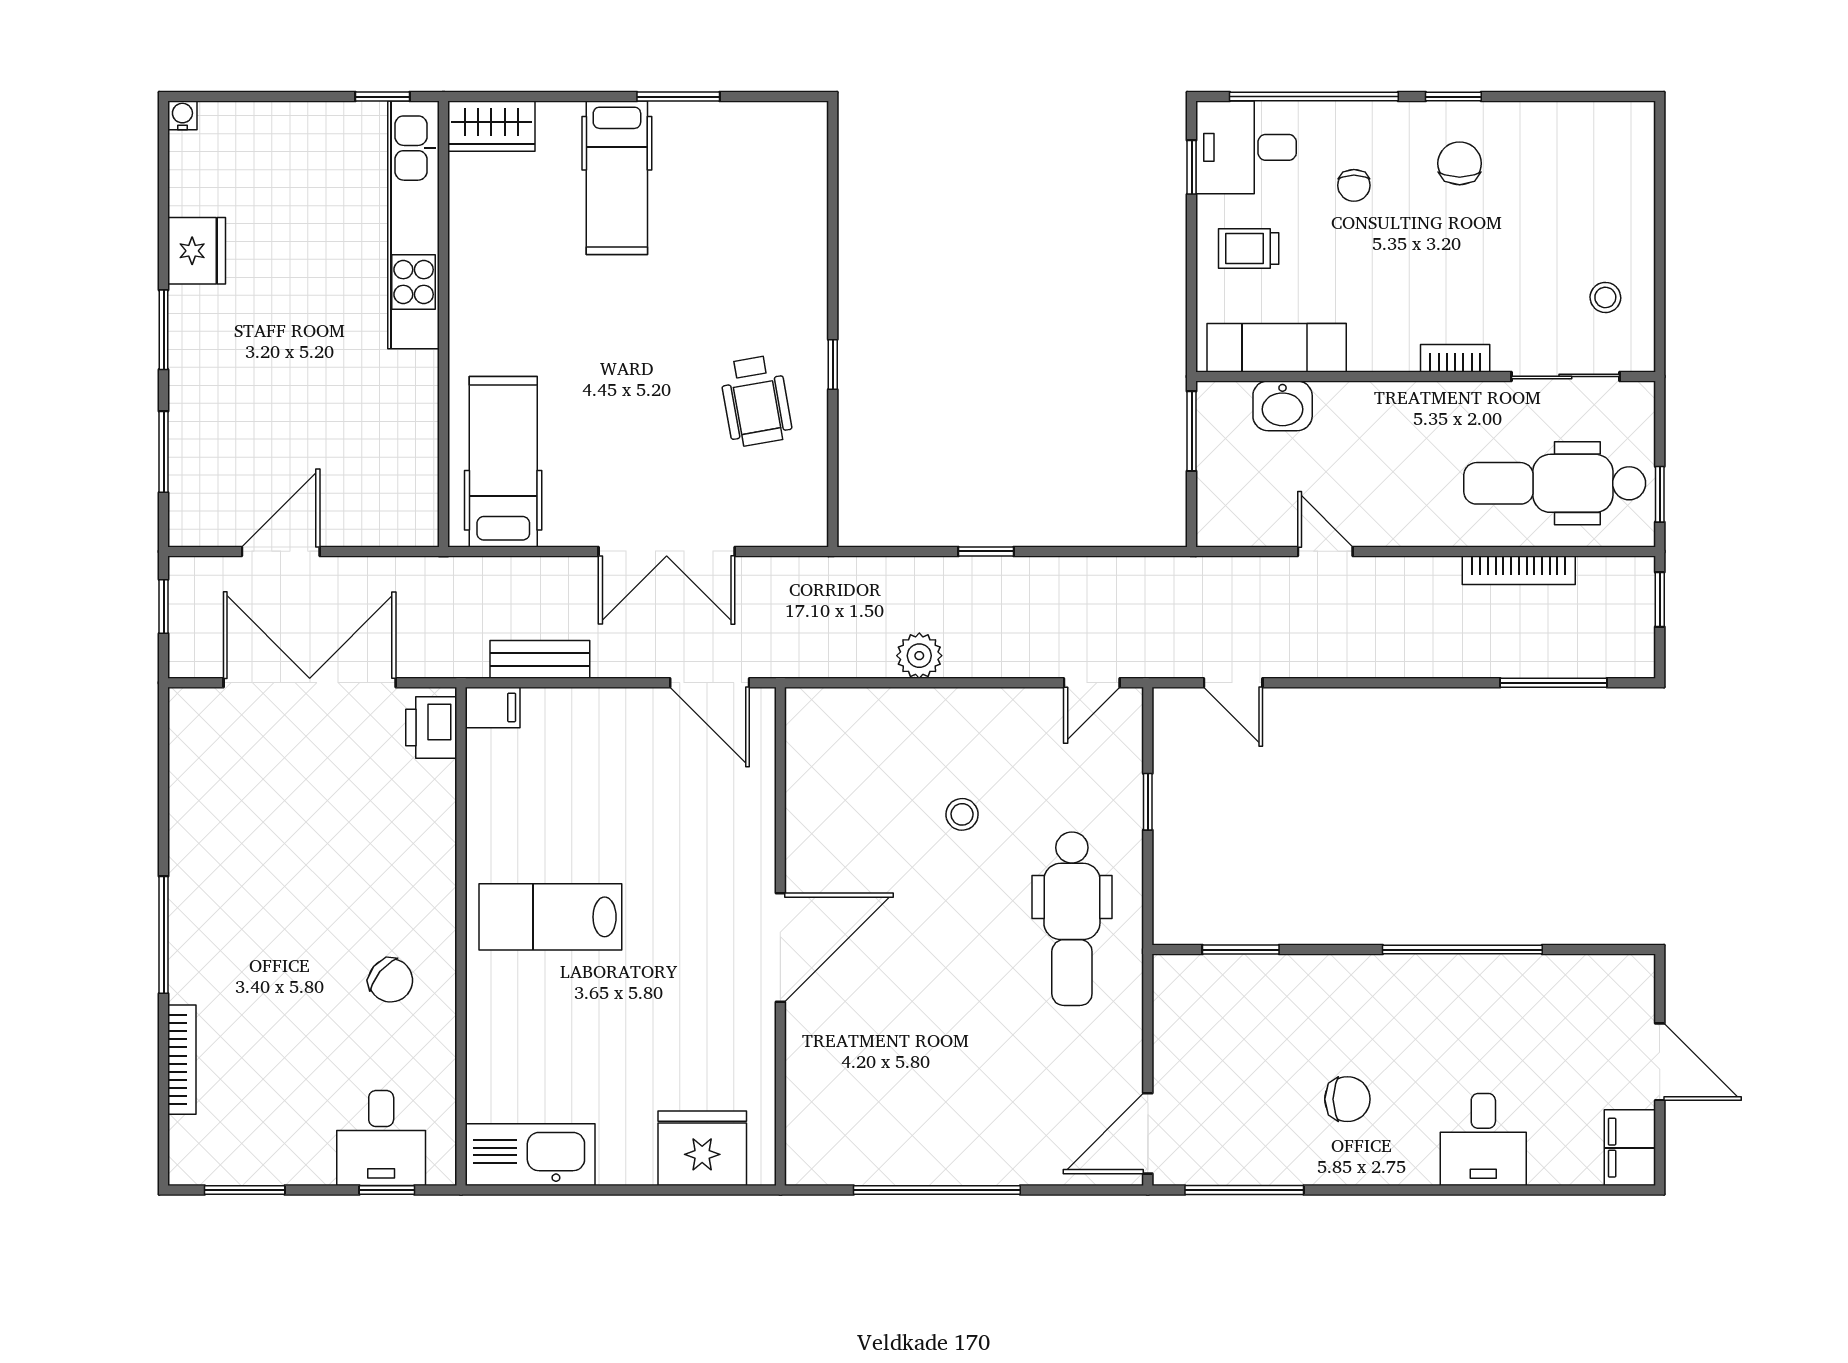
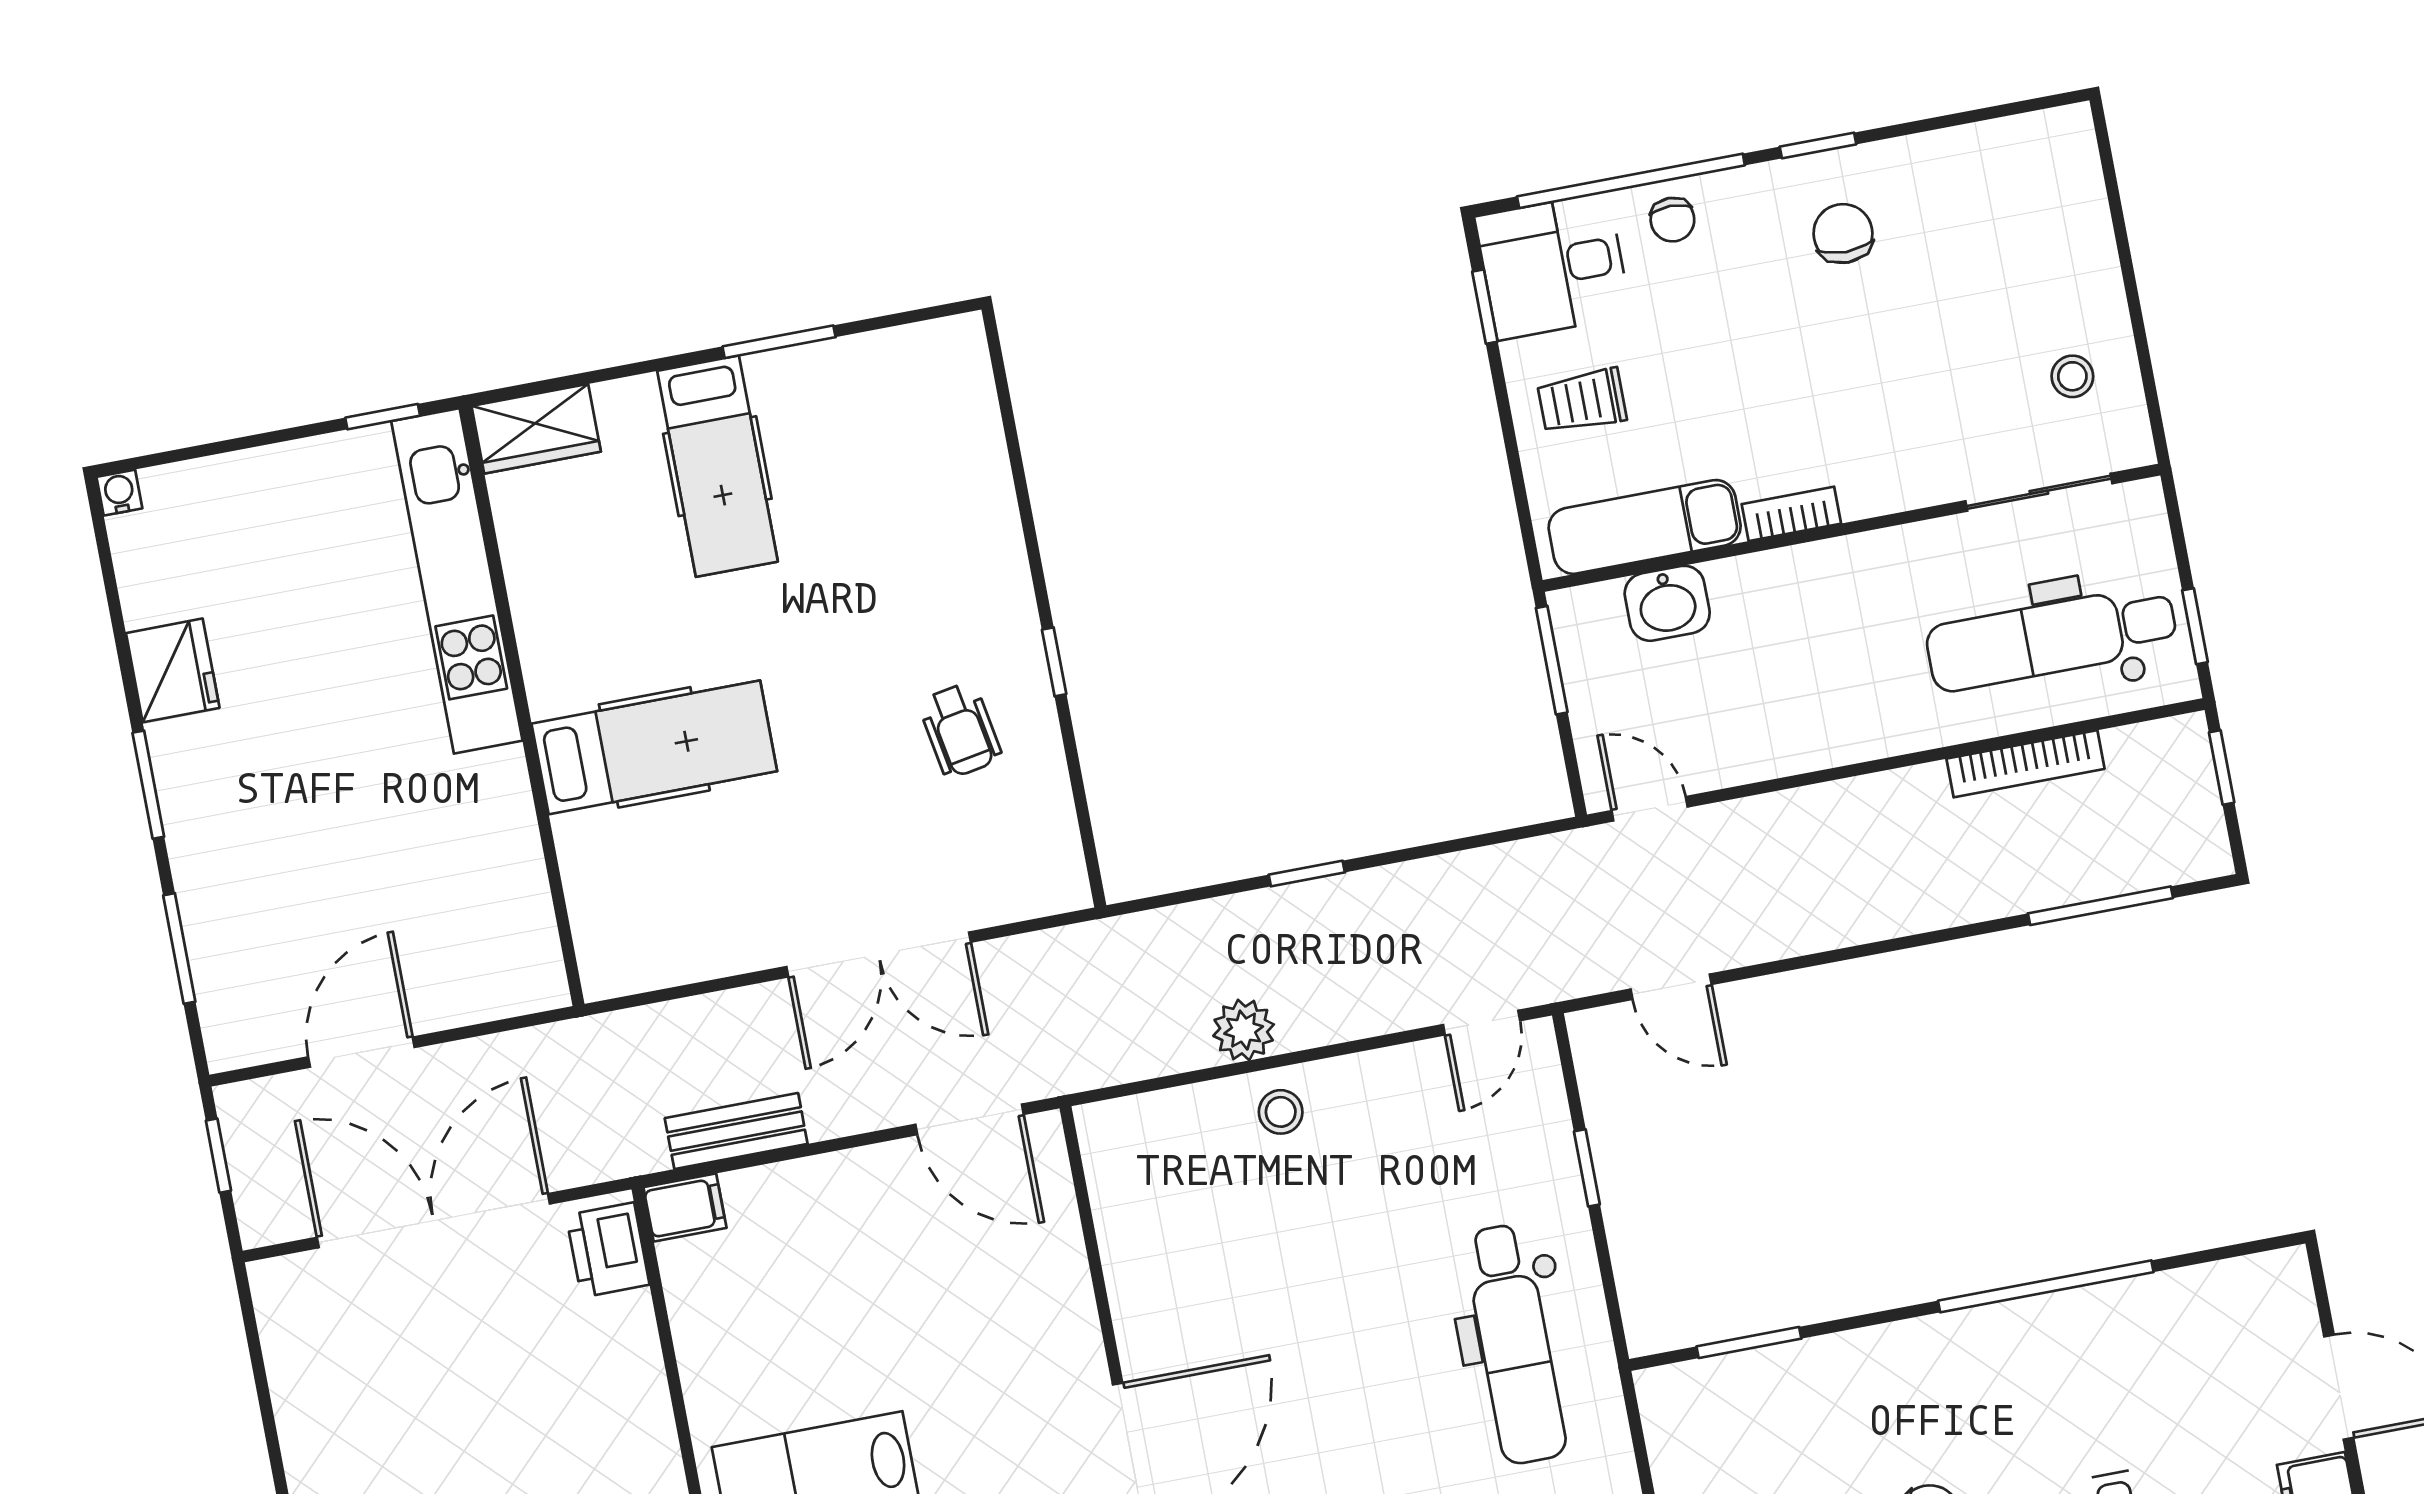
chair: (1354, 185) -> (1672, 220), moved
bookcase: (1455, 358) -> (1791, 514), moved
wheelchair: (756, 401) -> (960, 730), width x0.73, depth x0.73
hospital bed: (503, 462) -> (654, 747), moved, turned 90
door: (1325, 551) -> (1650, 809), moved
stool: (962, 814) -> (1281, 1112), moved

